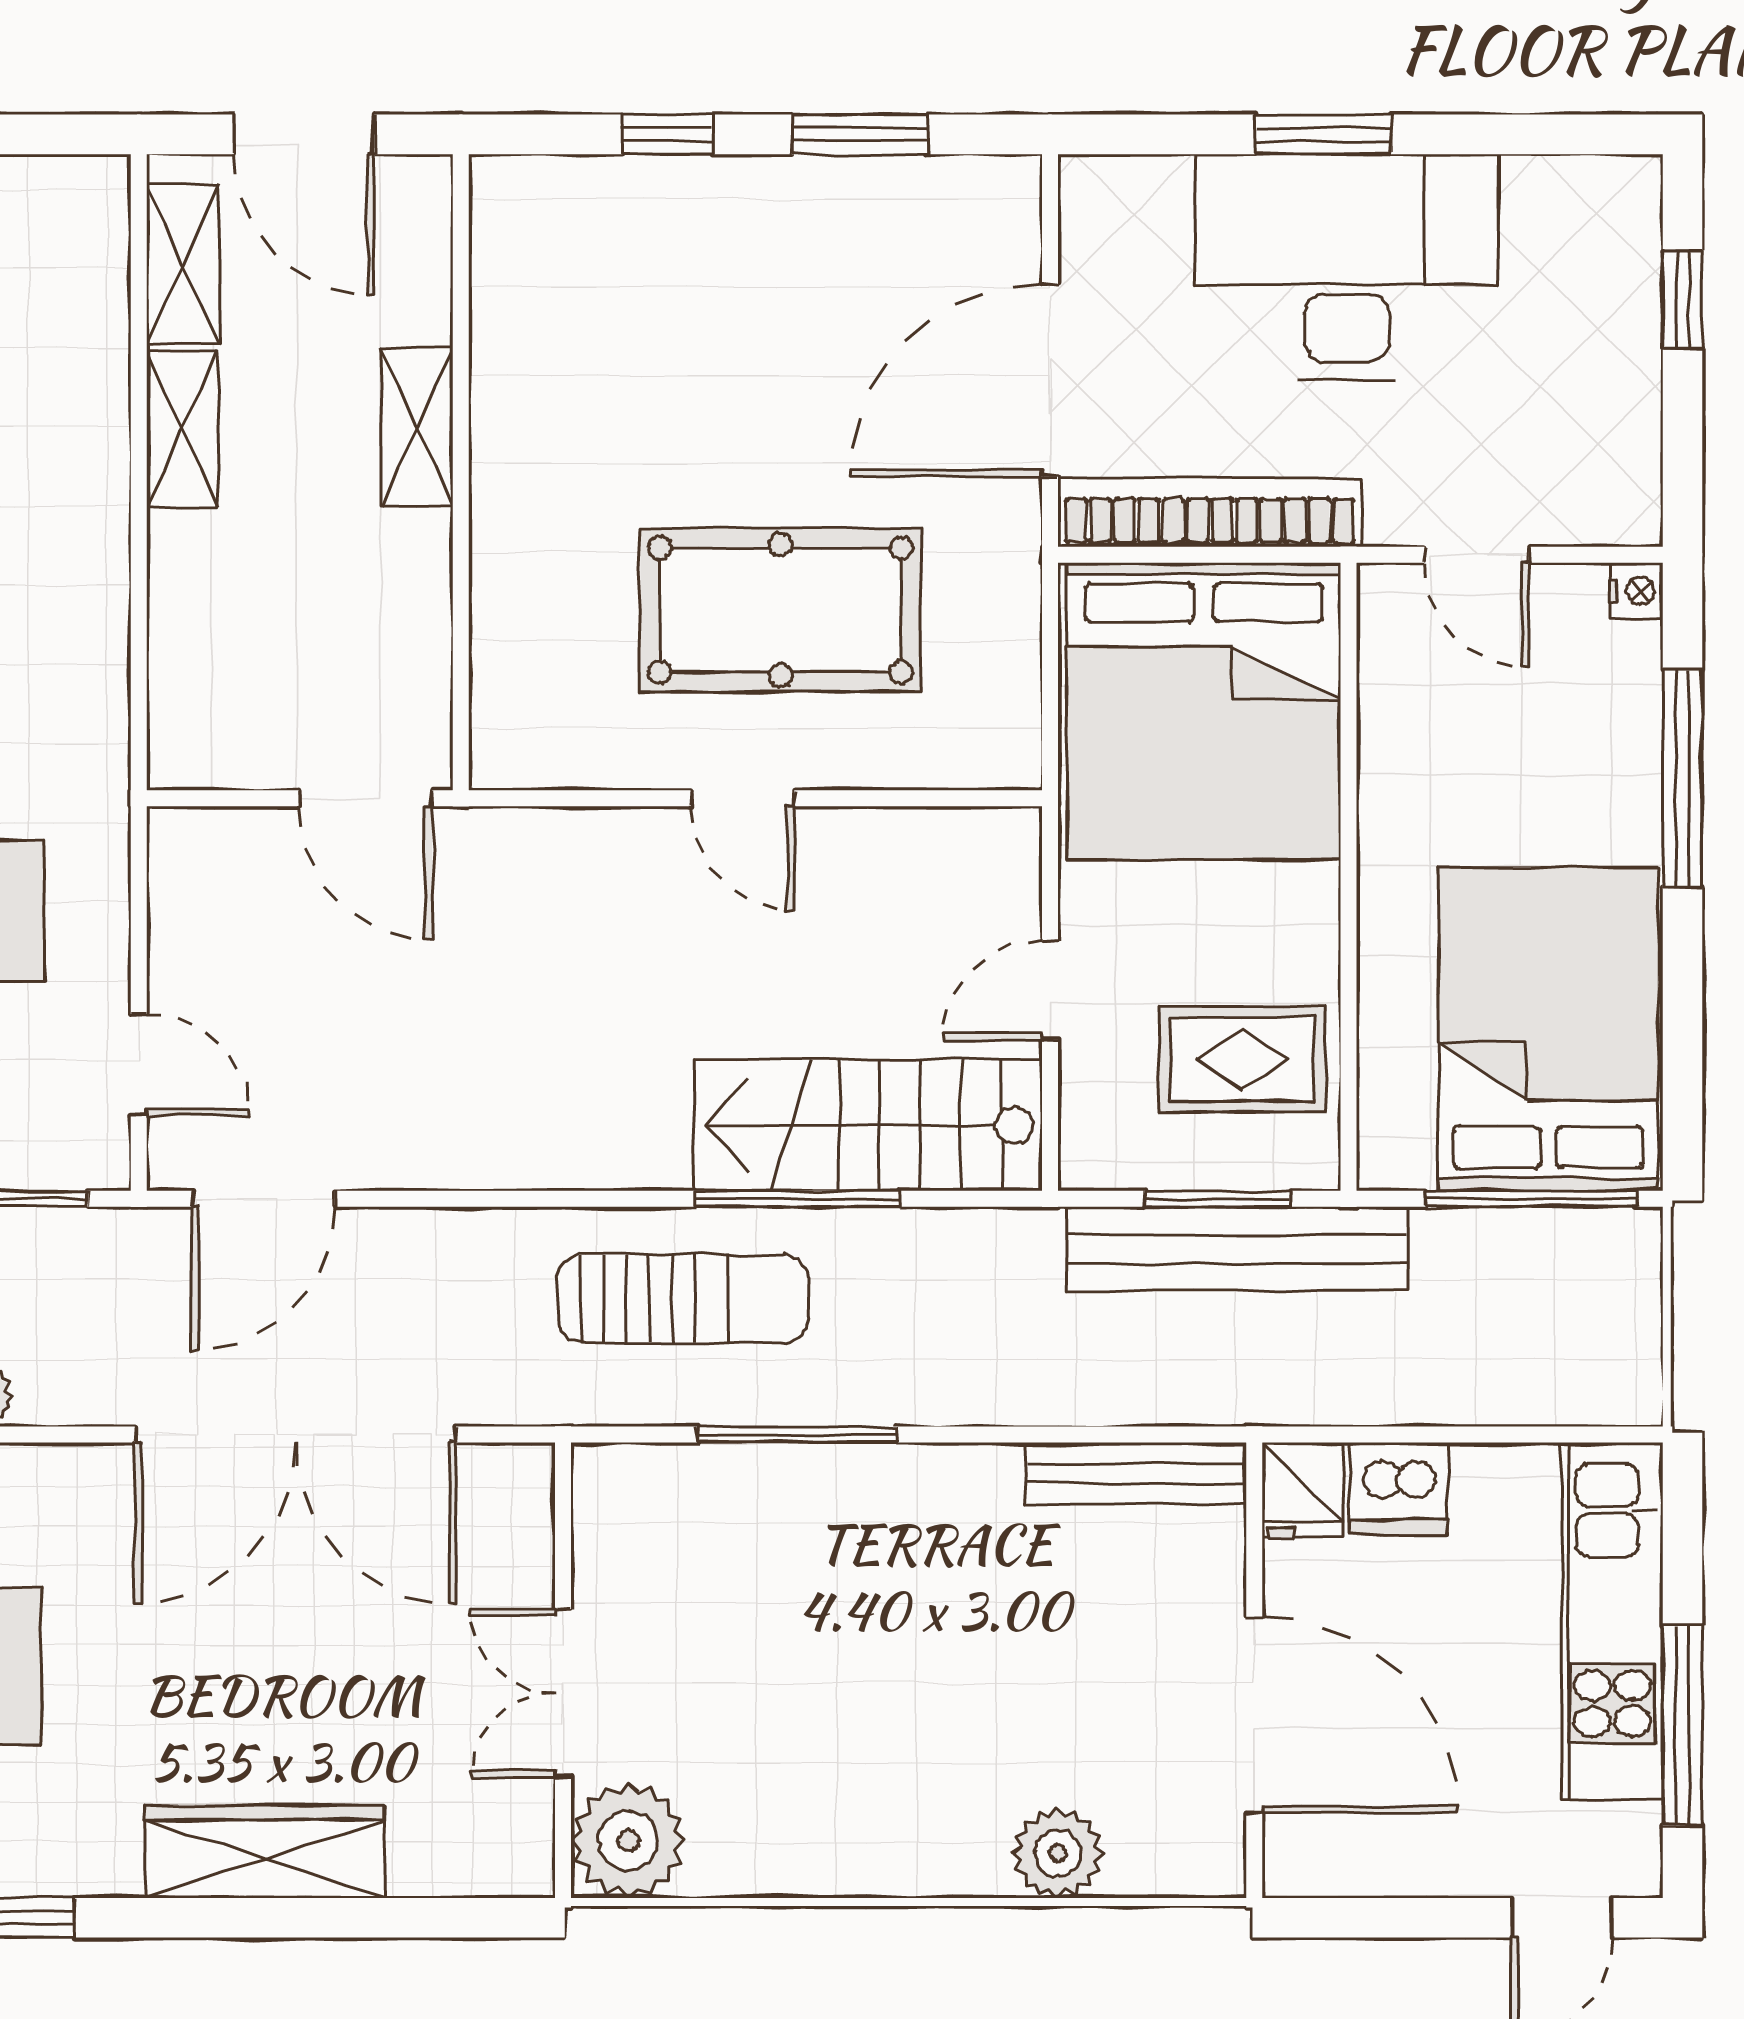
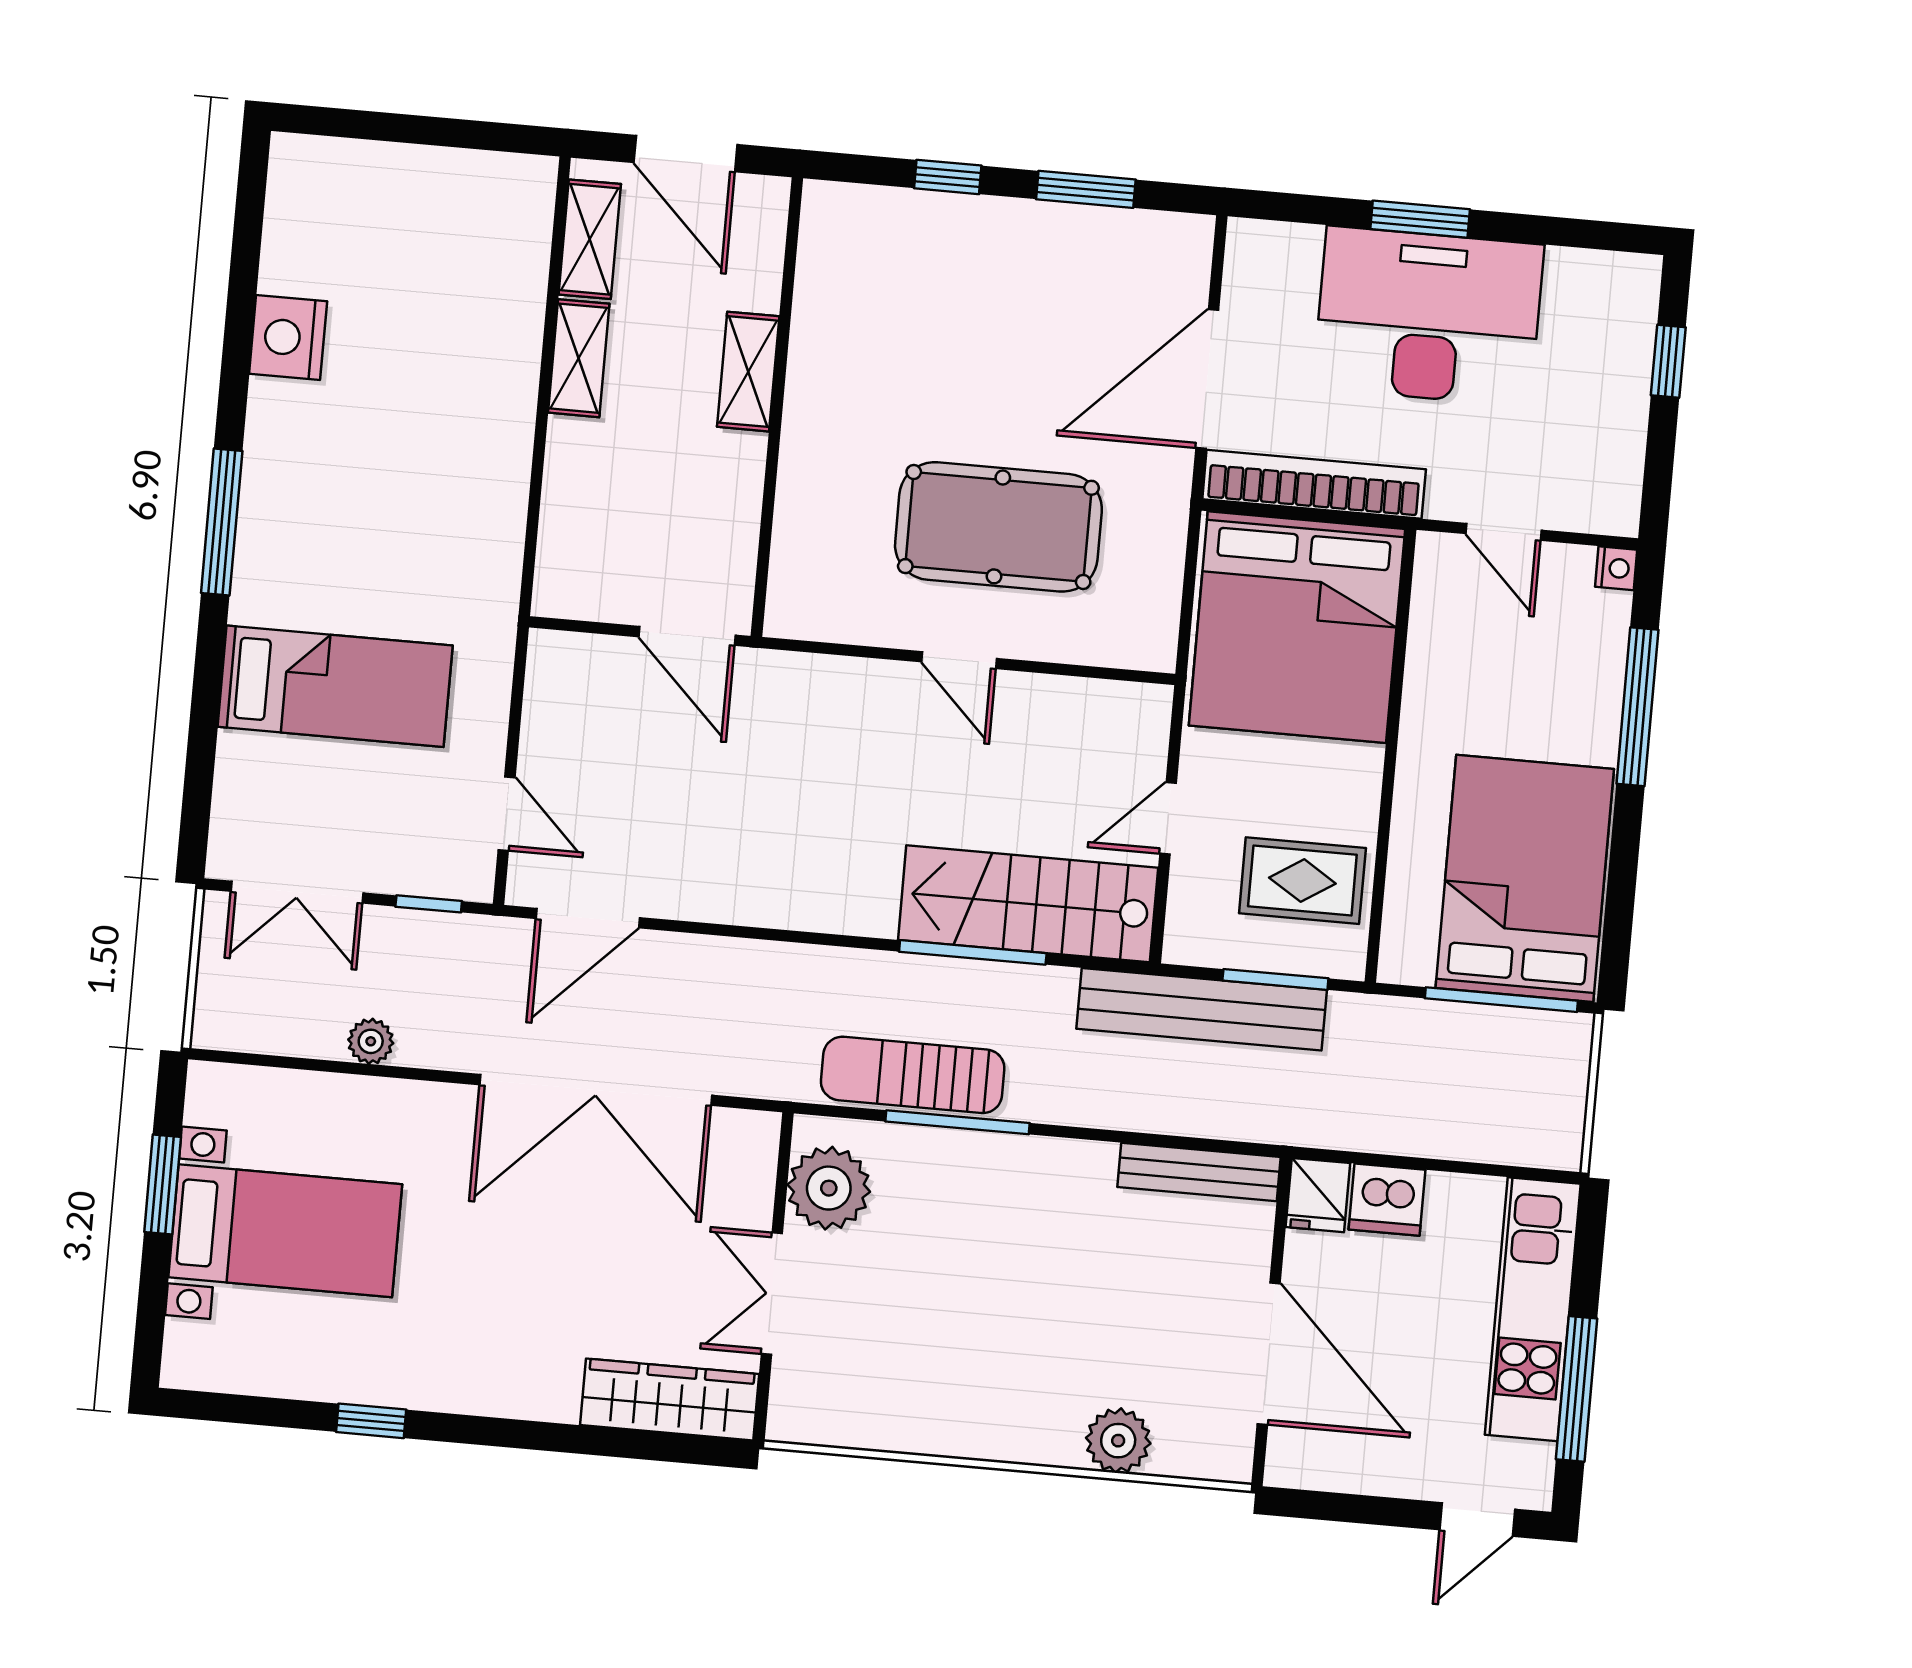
bench: (1237, 1249) -> (1202, 1009), moved
sun lounger: (683, 1298) -> (913, 1075), moved, turned 180
plant: (628, 1841) -> (829, 1188), moved
wardrobe: (265, 1852) -> (670, 1400), moved

